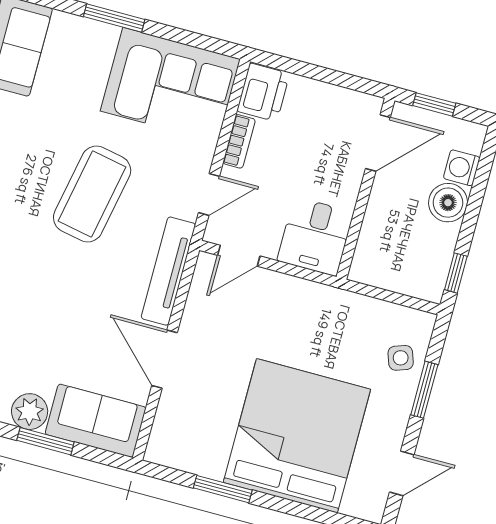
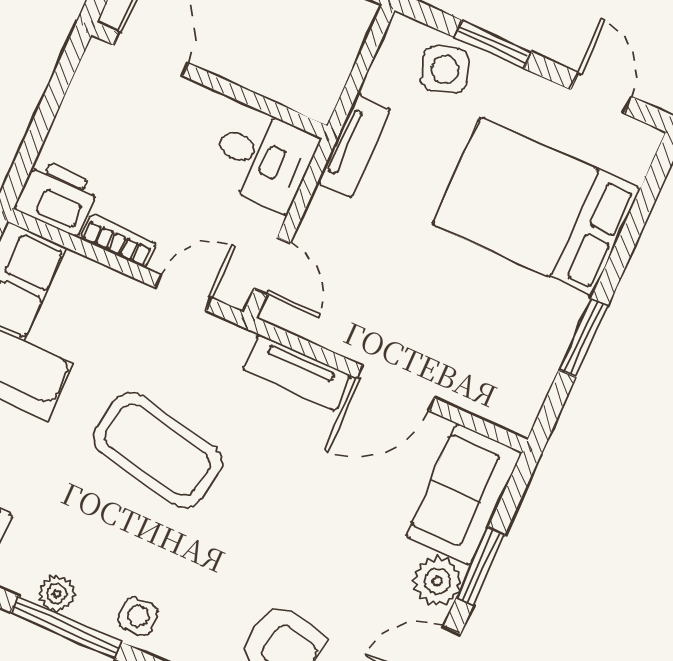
door: (209, 194) -> (183, 293), hinge flipped
tv unit: (168, 271) -> (297, 372), width x0.71
tv unit: (335, 301) -> (354, 146), added
side table: (401, 358) -> (445, 69), width x1.37, depth x1.37
bed: (297, 436) -> (536, 207), width x0.73

